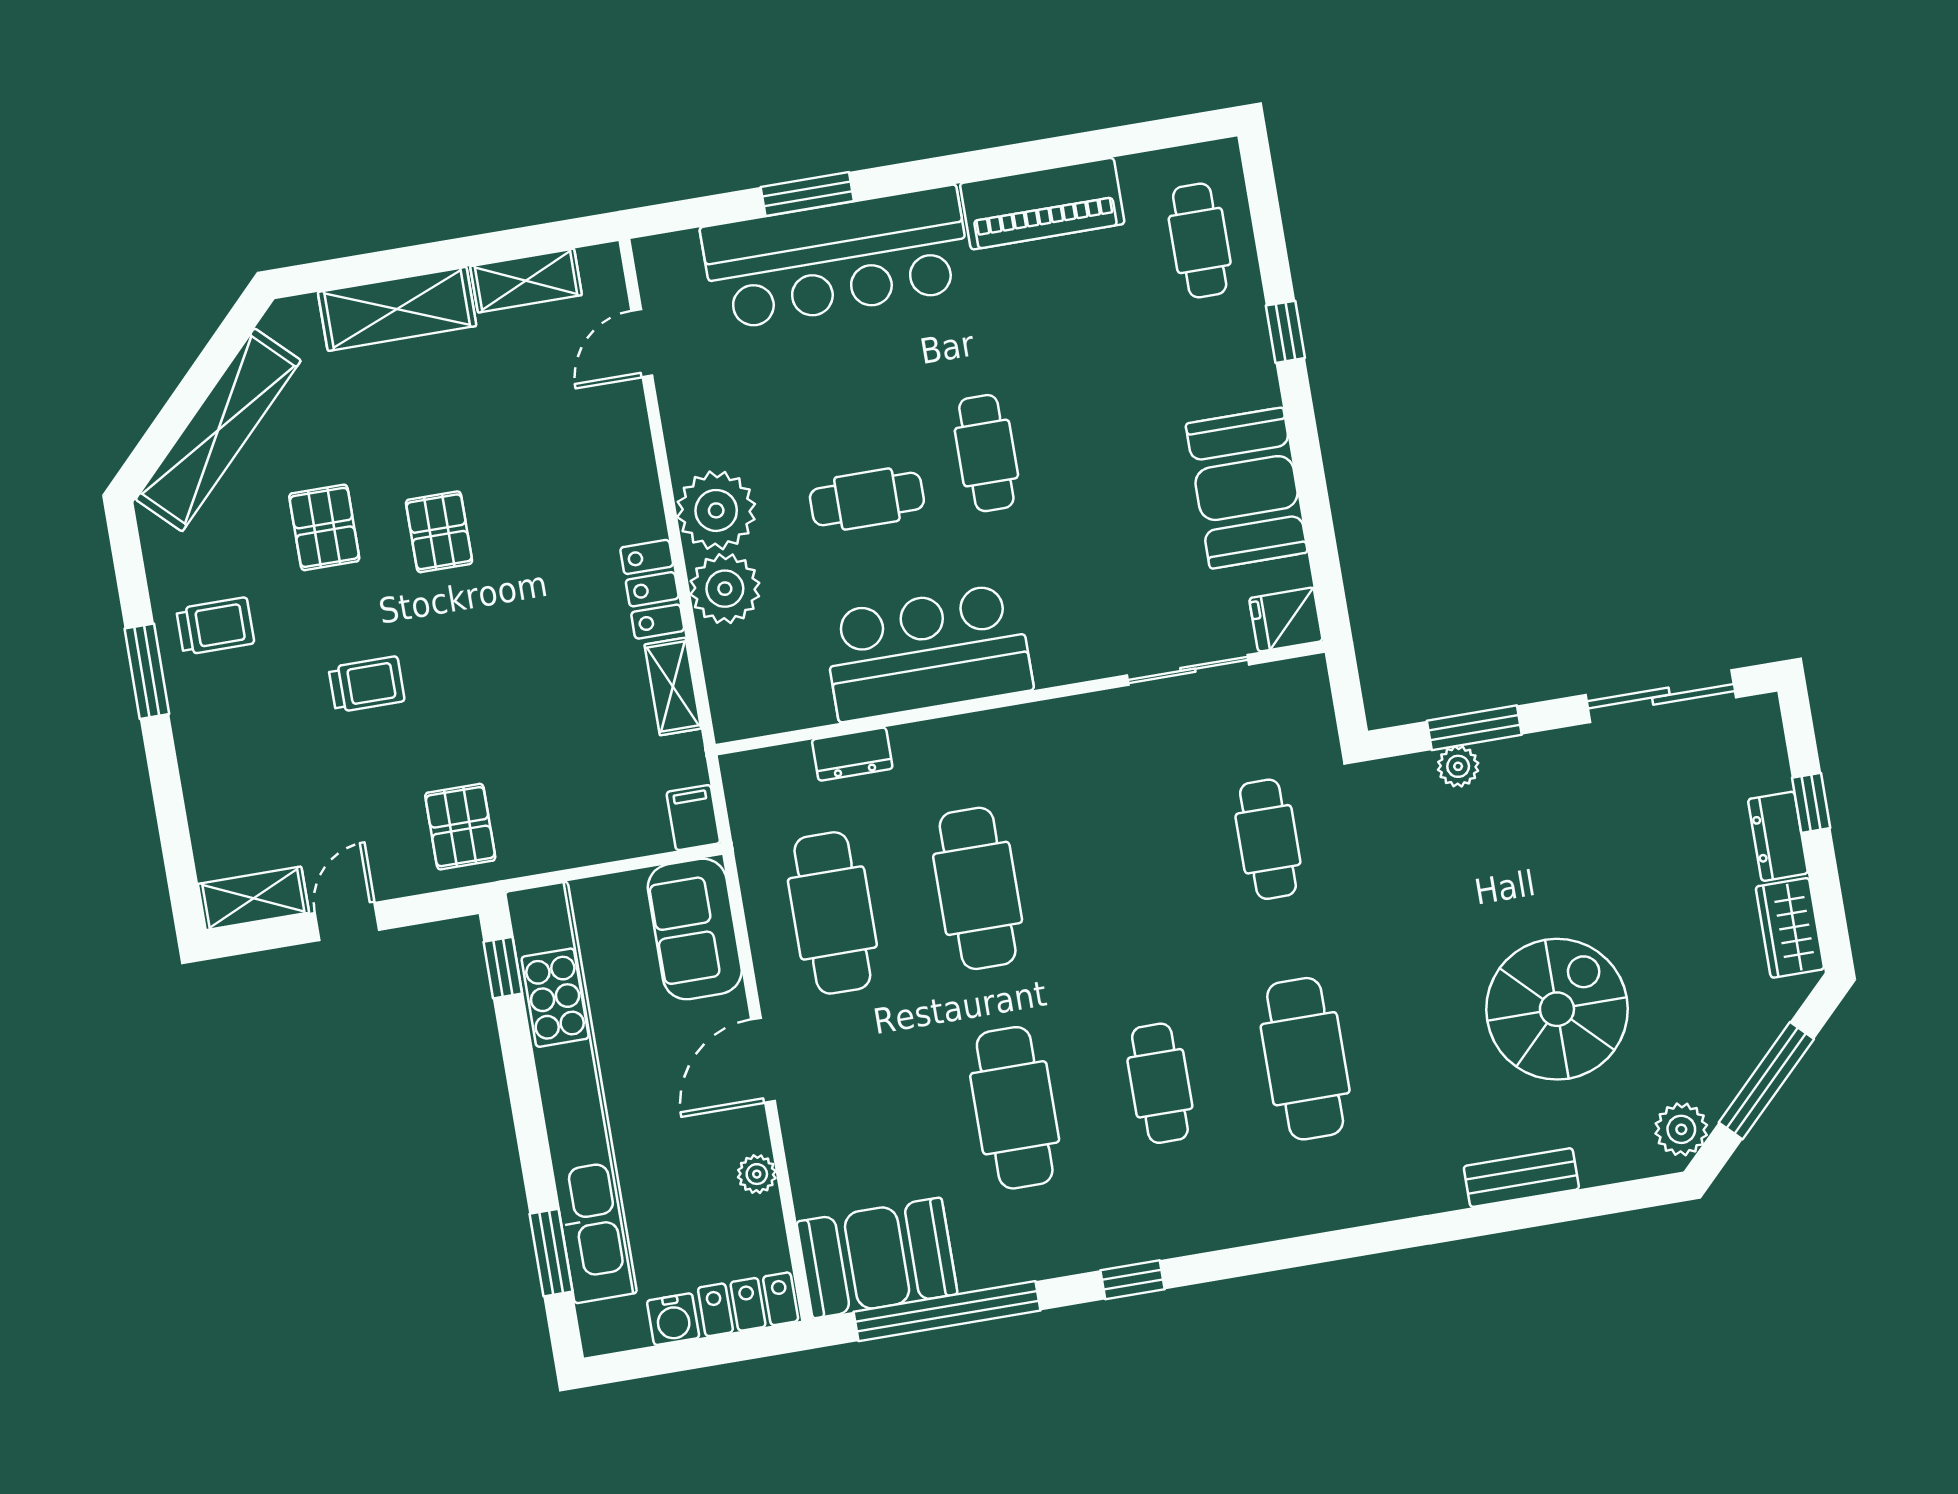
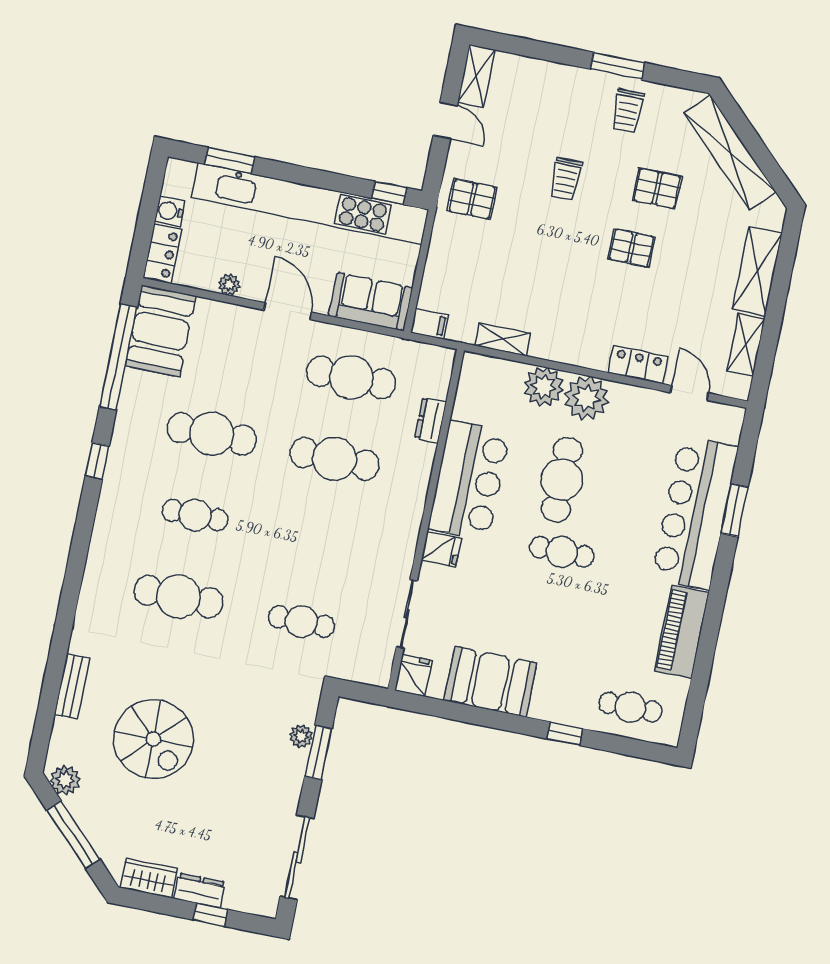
cafe table: (867, 499) -> (562, 480), width x1.37, depth x1.35
locker: (652, 589) -> (638, 365), moved
fridge: (1059, 654) -> (441, 549), added

